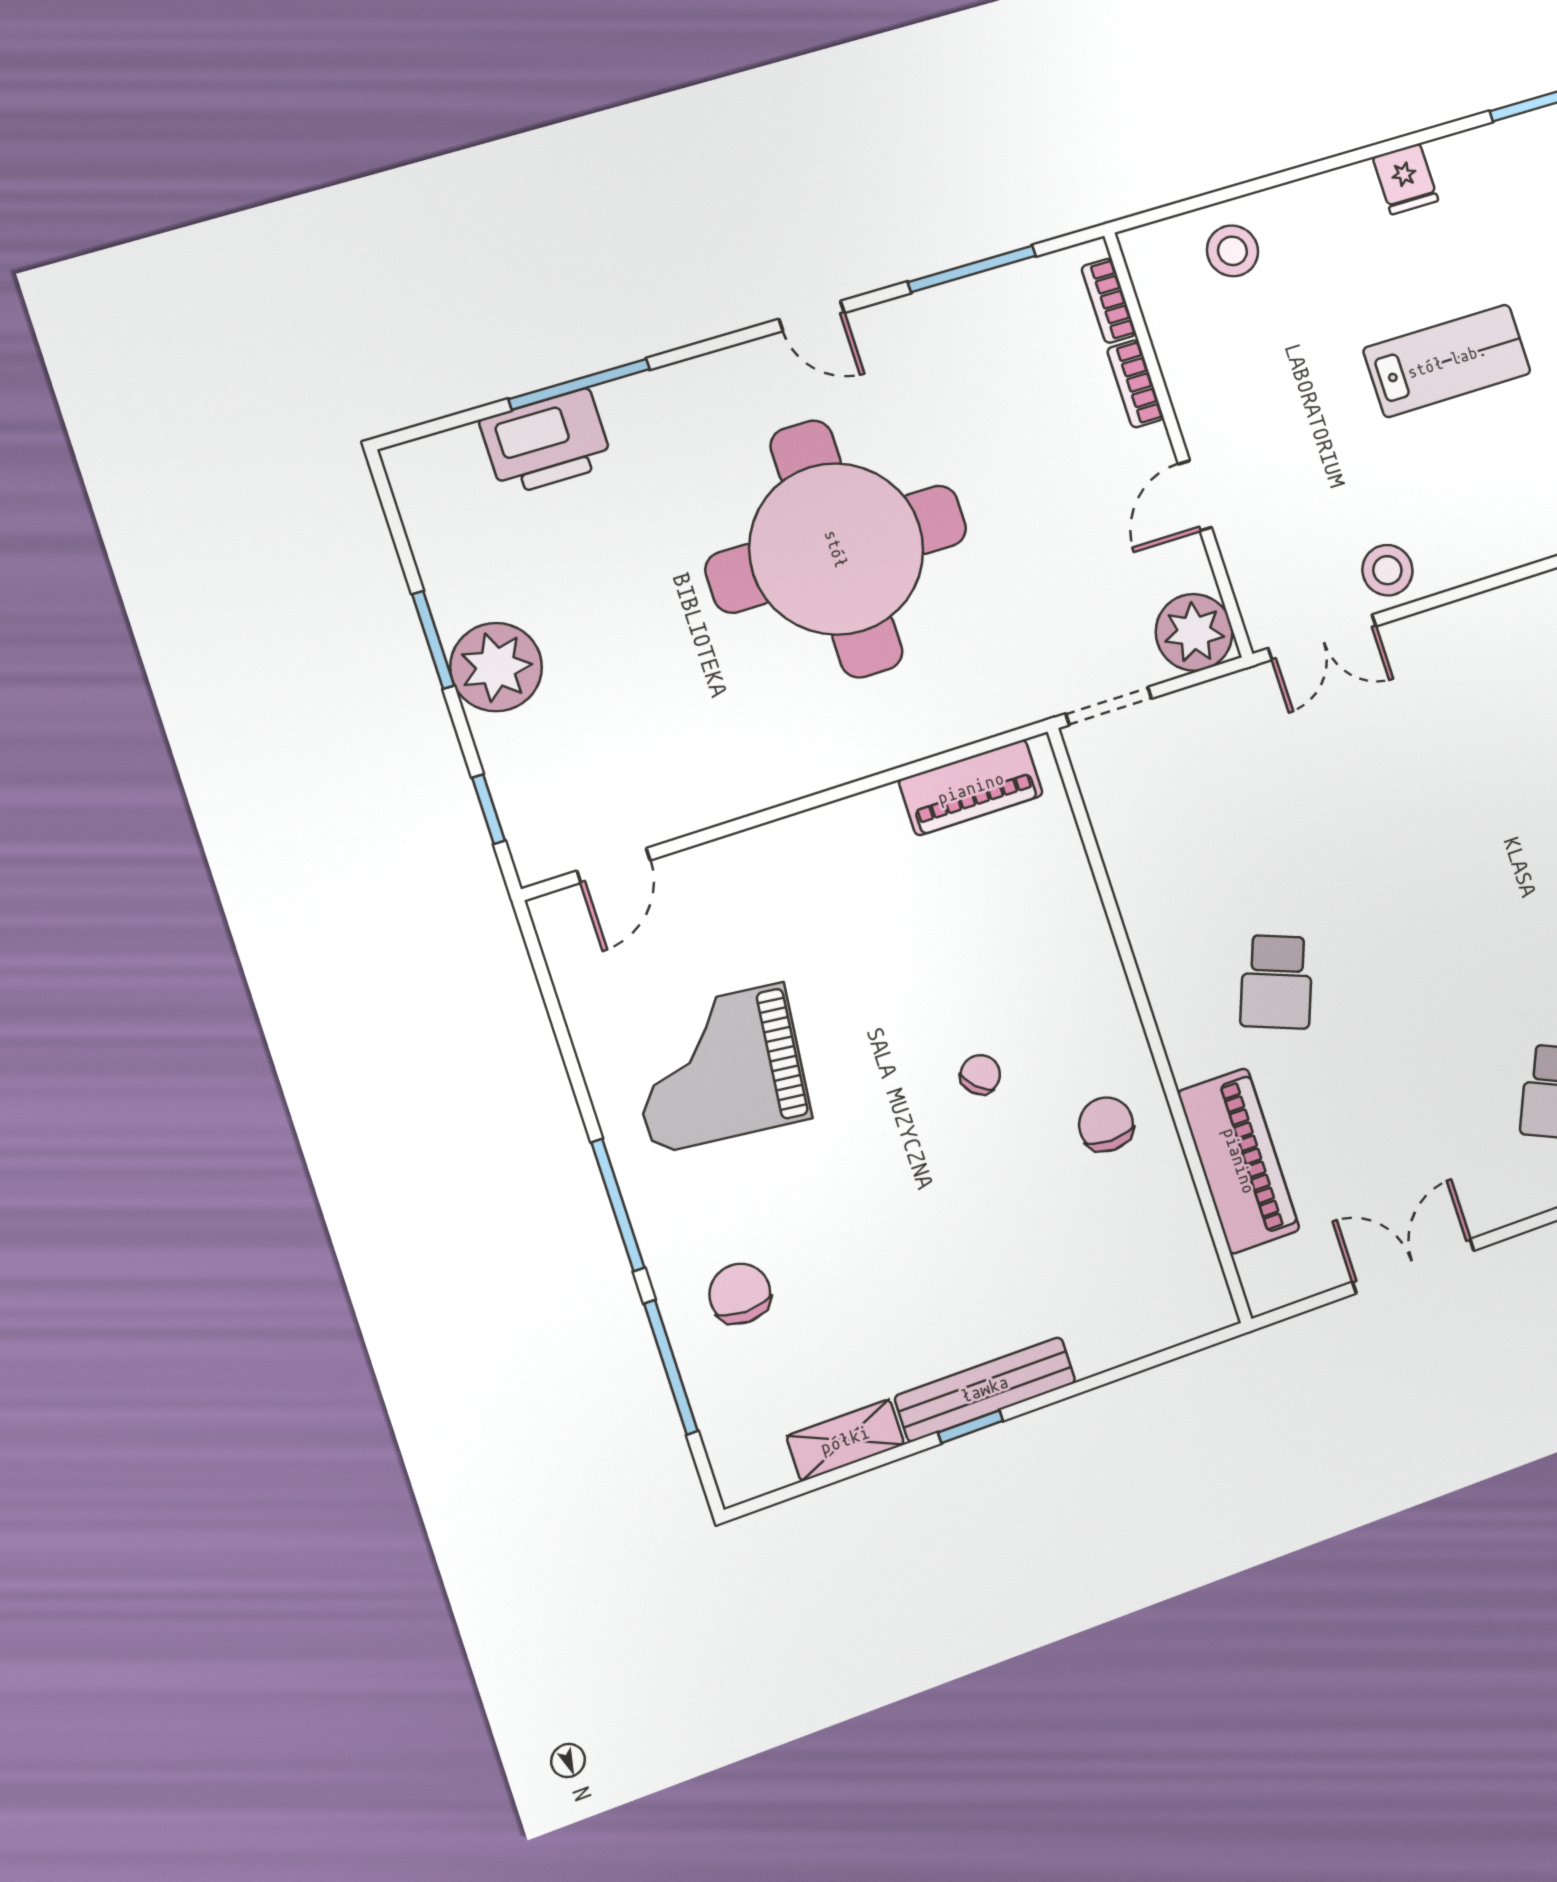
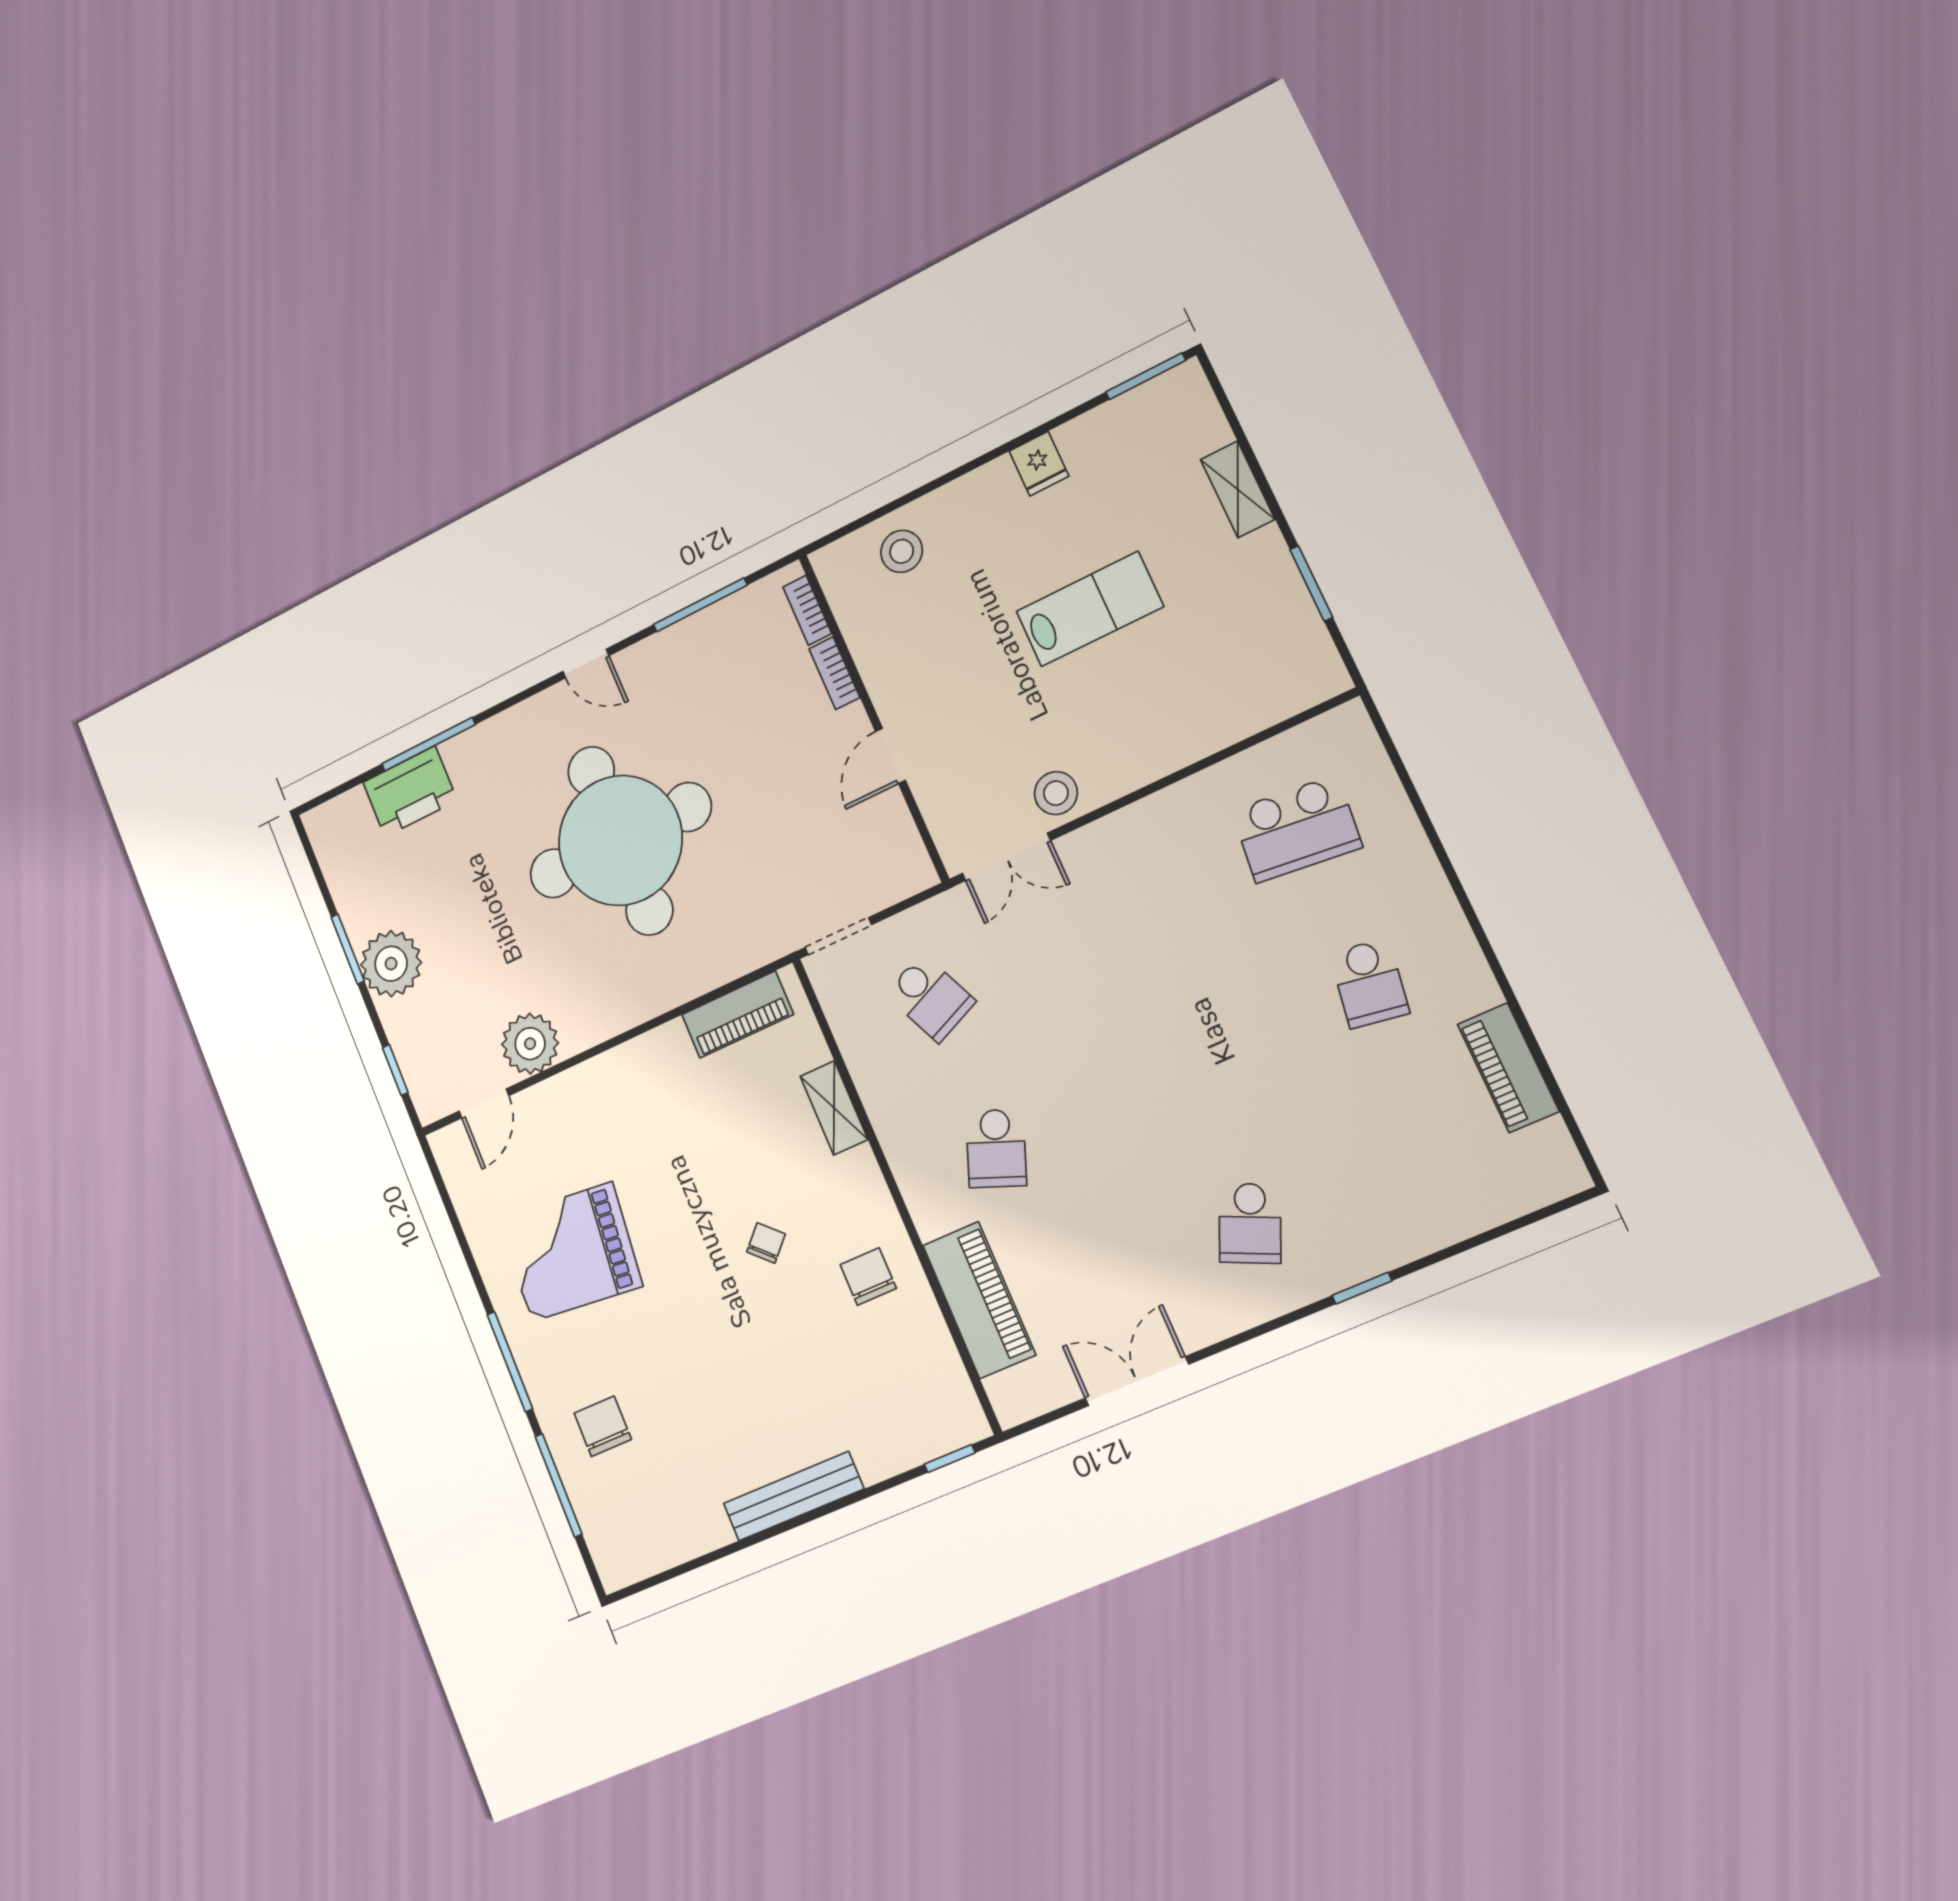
plant: (1194, 632) -> (530, 1044), moved
school desk: (1215, 794) -> (930, 998), added
window: (971, 1427) -> (950, 1459), moved
shelving: (845, 1440) -> (834, 1108), moved, turned 90

